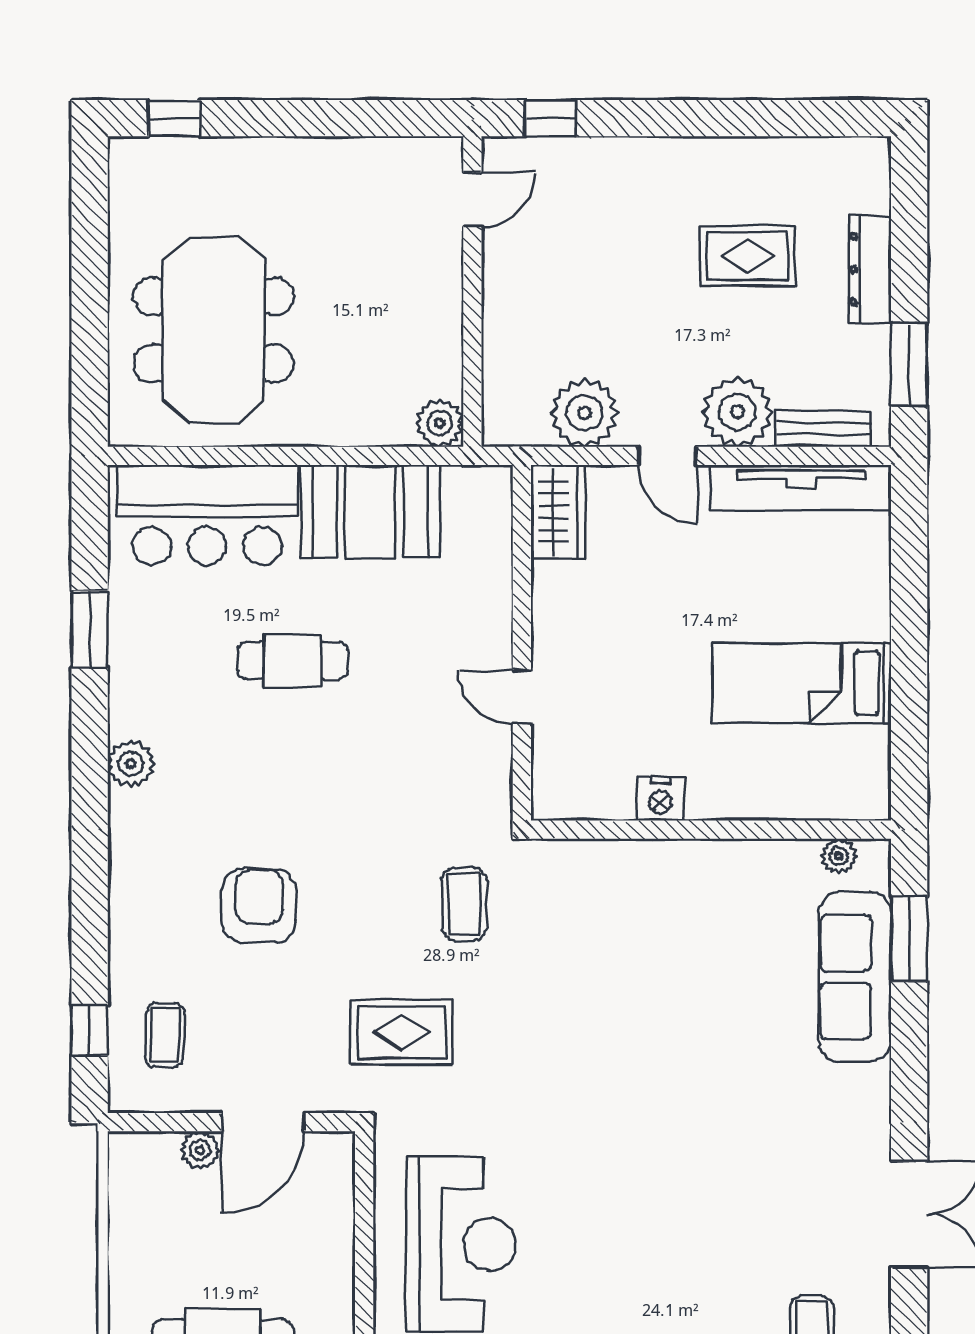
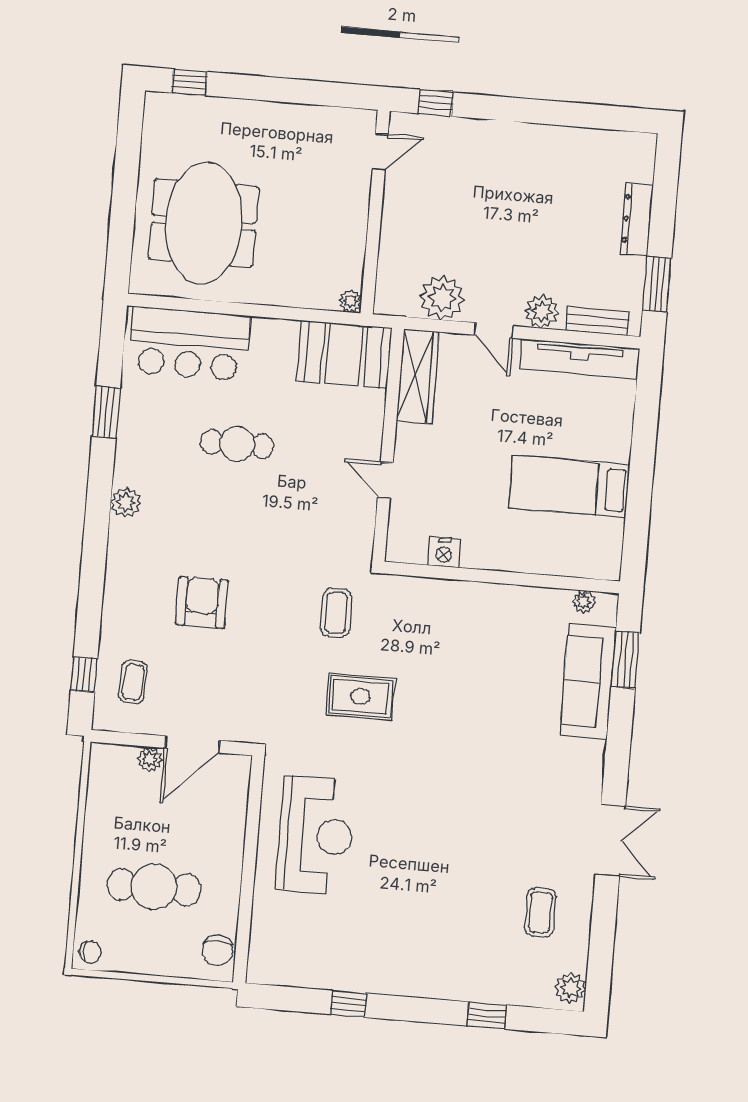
rug: (748, 256) -> (557, 204), removed
plant: (737, 412) -> (542, 312), width x0.73, depth x0.73
plant: (440, 423) -> (350, 301), width x0.73, depth x0.73
booth: (370, 511) -> (344, 354), moved
wardrobe: (558, 512) -> (418, 376), width x1.50
nightstand: (660, 799) -> (444, 552), moved
rug: (402, 1033) -> (360, 697), moved

